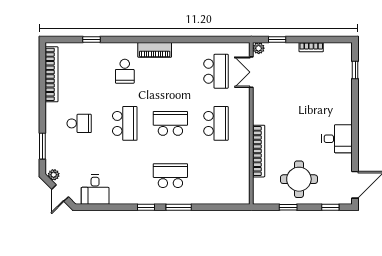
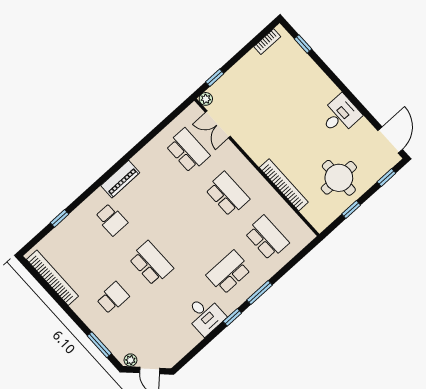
bookcase: (311, 47) -> (267, 42), moved
school desk: (170, 123) -> (267, 238), moved, turned 90
desk: (95, 190) -> (205, 315), moved

